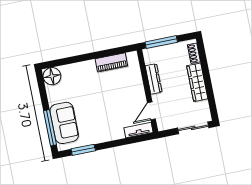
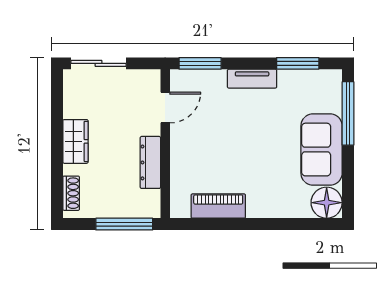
wardrobe: (197, 82) -> (75, 141), width x0.67
sofa: (64, 123) -> (322, 150), moved
tv unit: (138, 130) -> (252, 79), moved
window: (137, 139) -> (200, 63), added

